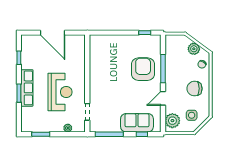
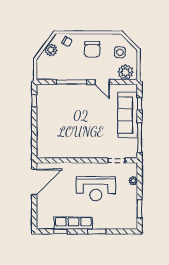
door: (53, 33) -> (34, 182), moved
armchair: (143, 69) -> (72, 103), removed
row of seats: (27, 88) -> (73, 223), moved
reception desk: (60, 92) -> (96, 189), turned 180
sofa: (137, 123) -> (128, 115), width x1.36

